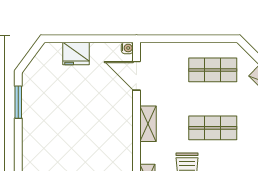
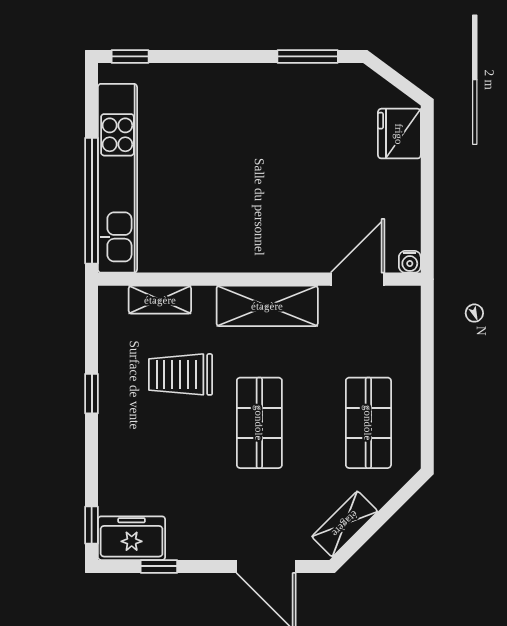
fridge: (76, 54) -> (399, 134), moved
shelving: (148, 124) -> (267, 306), width x1.50, depth x1.33

